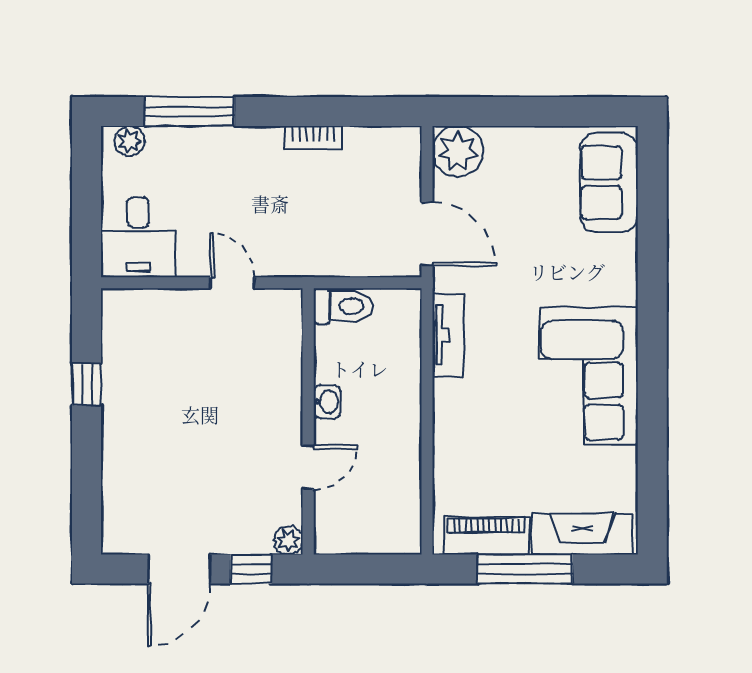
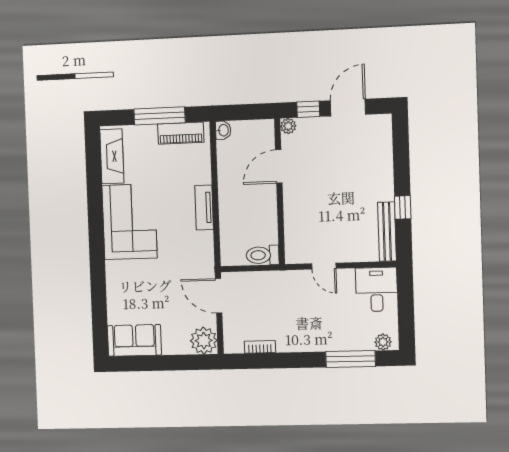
bookcase: (313, 137) -> (260, 347), moved
sofa: (609, 183) -> (134, 340), moved, turned -90
tv unit: (448, 335) -> (204, 207), moved
bench: (116, 342) -> (387, 232), added
washbasin: (327, 402) -> (223, 130), moved, turned 180
door: (308, 467) -> (279, 166), width x1.38
fireplace: (582, 534) -> (112, 156), moved, turned -90

